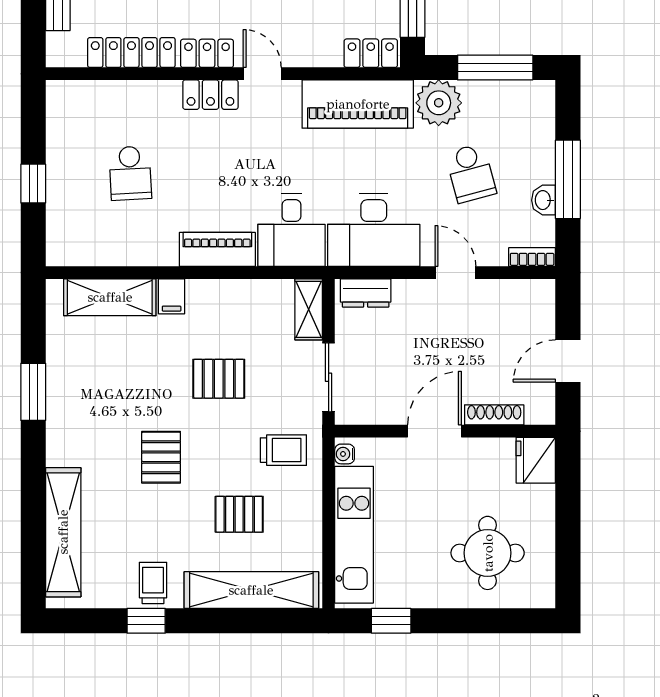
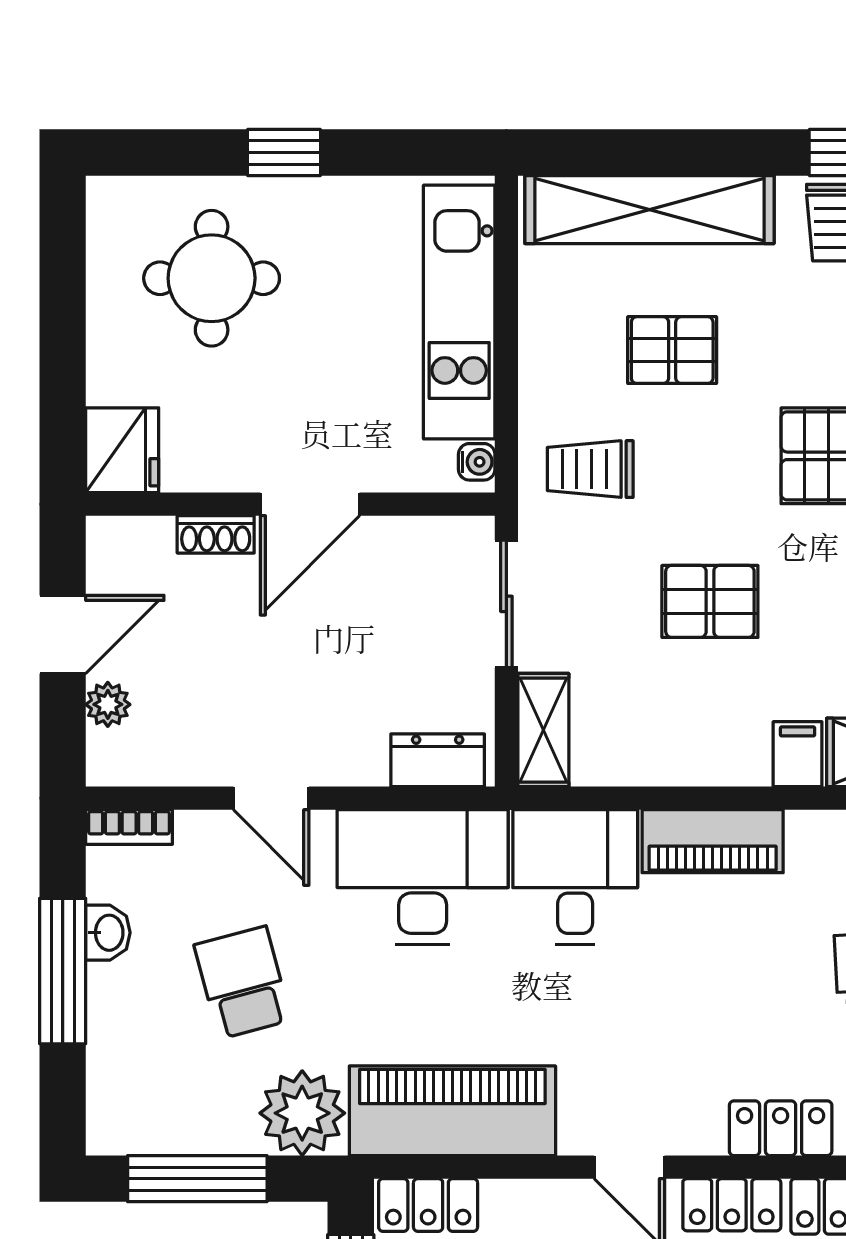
locker: (210, 95) -> (781, 1128), moved
plant: (543, 323) -> (108, 704), added
shoe rack: (494, 415) -> (216, 534), width x0.70
window: (391, 621) -> (284, 153), moved

